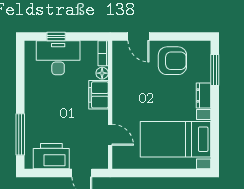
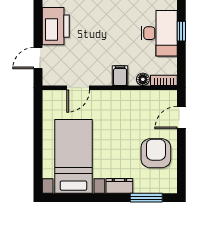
armchair: (172, 61) -> (156, 153), turned 180
filing cabinet: (99, 95) -> (120, 76), width x0.50

